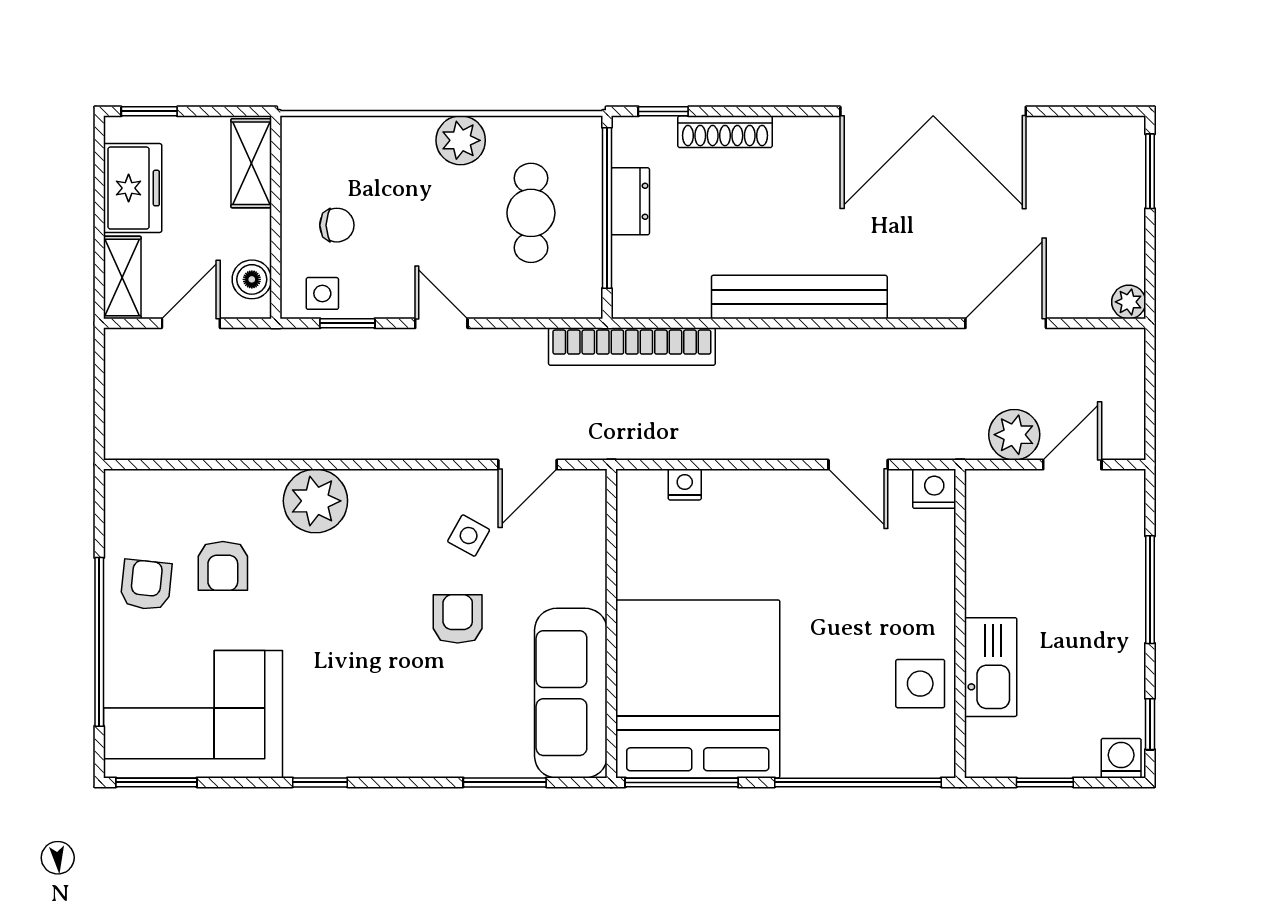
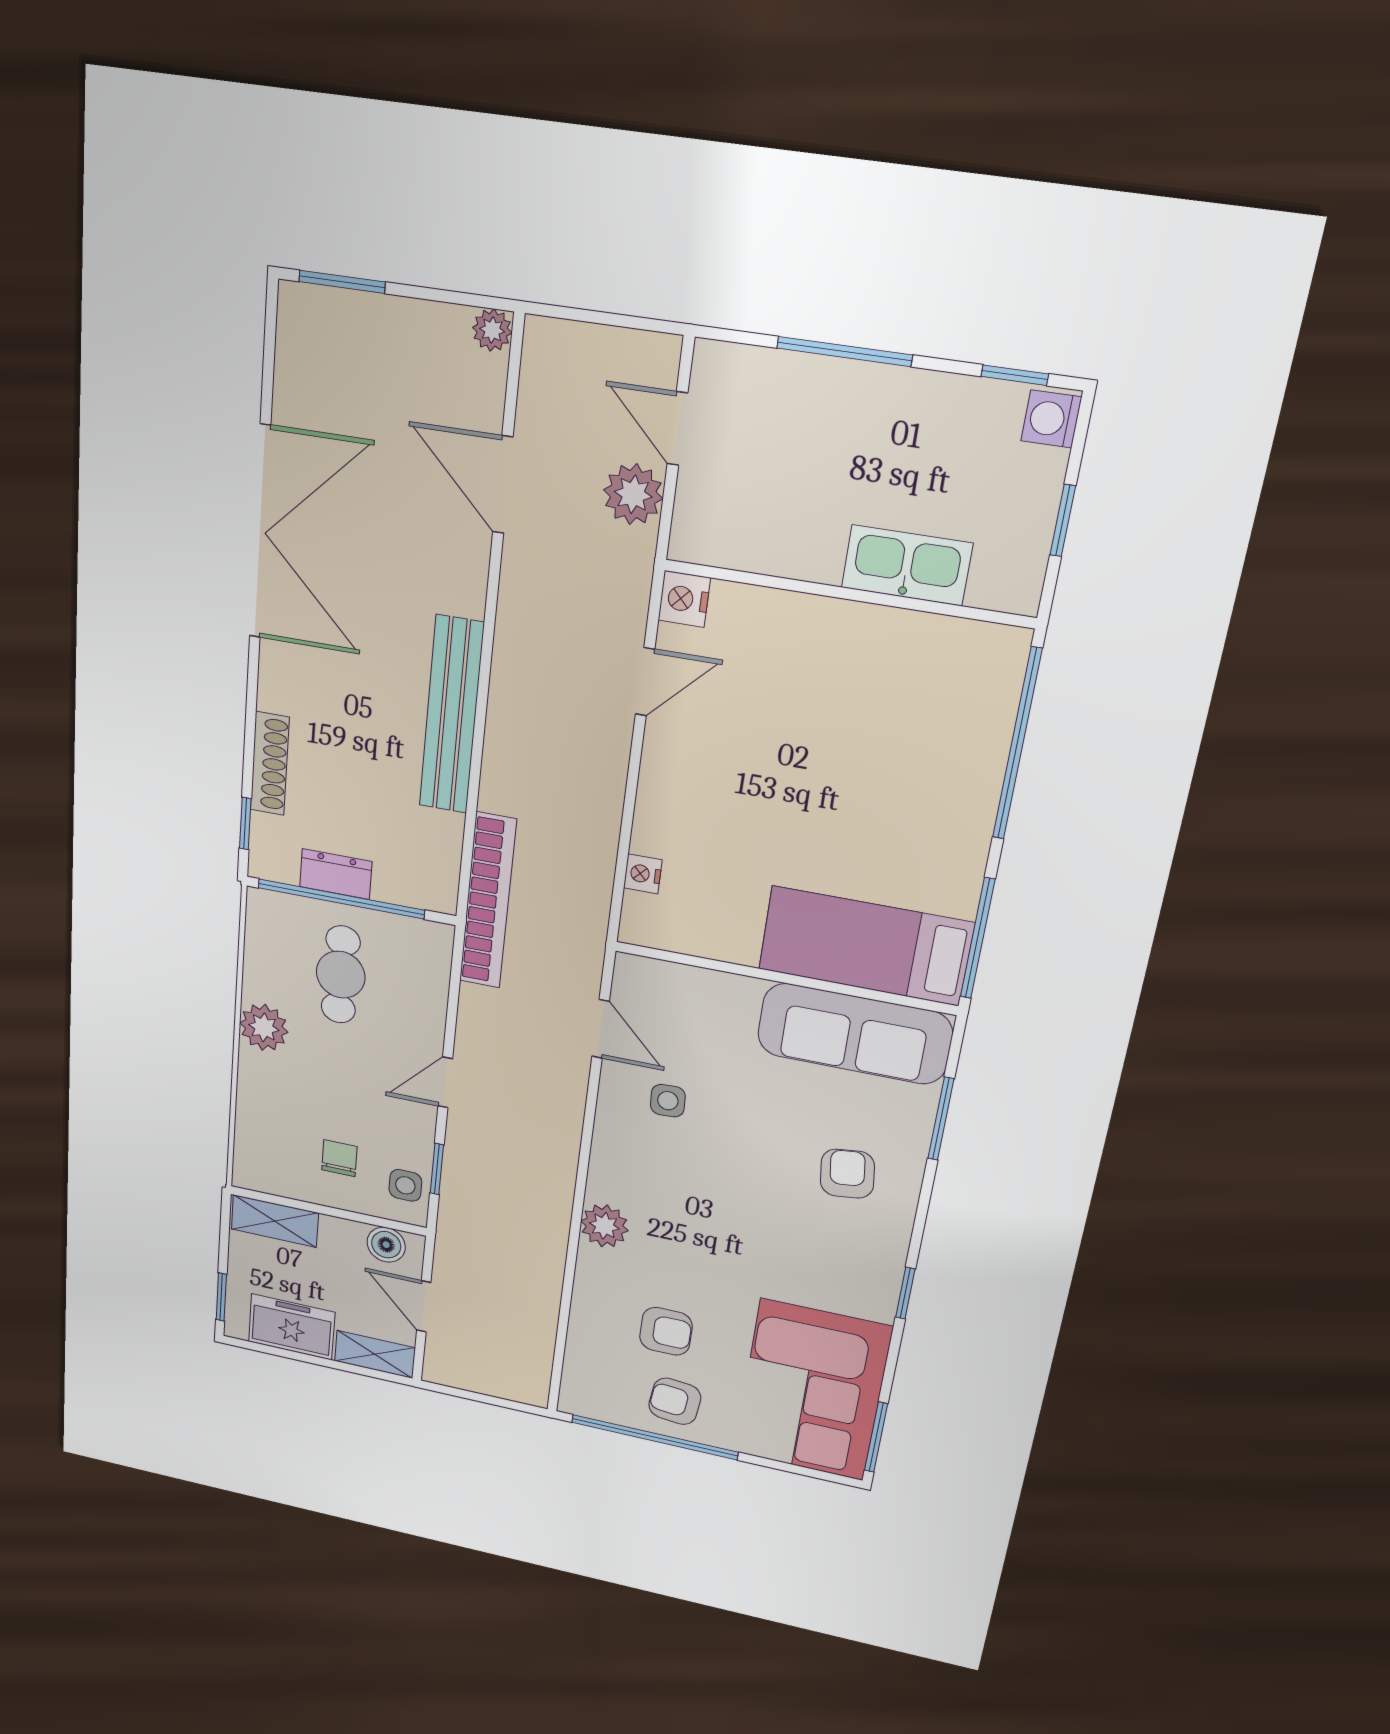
cafe table: (531, 213) -> (341, 975), turned 90
plant: (315, 501) -> (604, 1226), width x0.73, depth x0.73
side table: (469, 536) -> (668, 1101), turned -32
armchair: (458, 619) -> (847, 1174), moved, turned 83
window: (99, 642) -> (655, 1437), moved
side table: (920, 684) -> (912, 652), removed
bed: (698, 689) -> (866, 946), width x0.49

